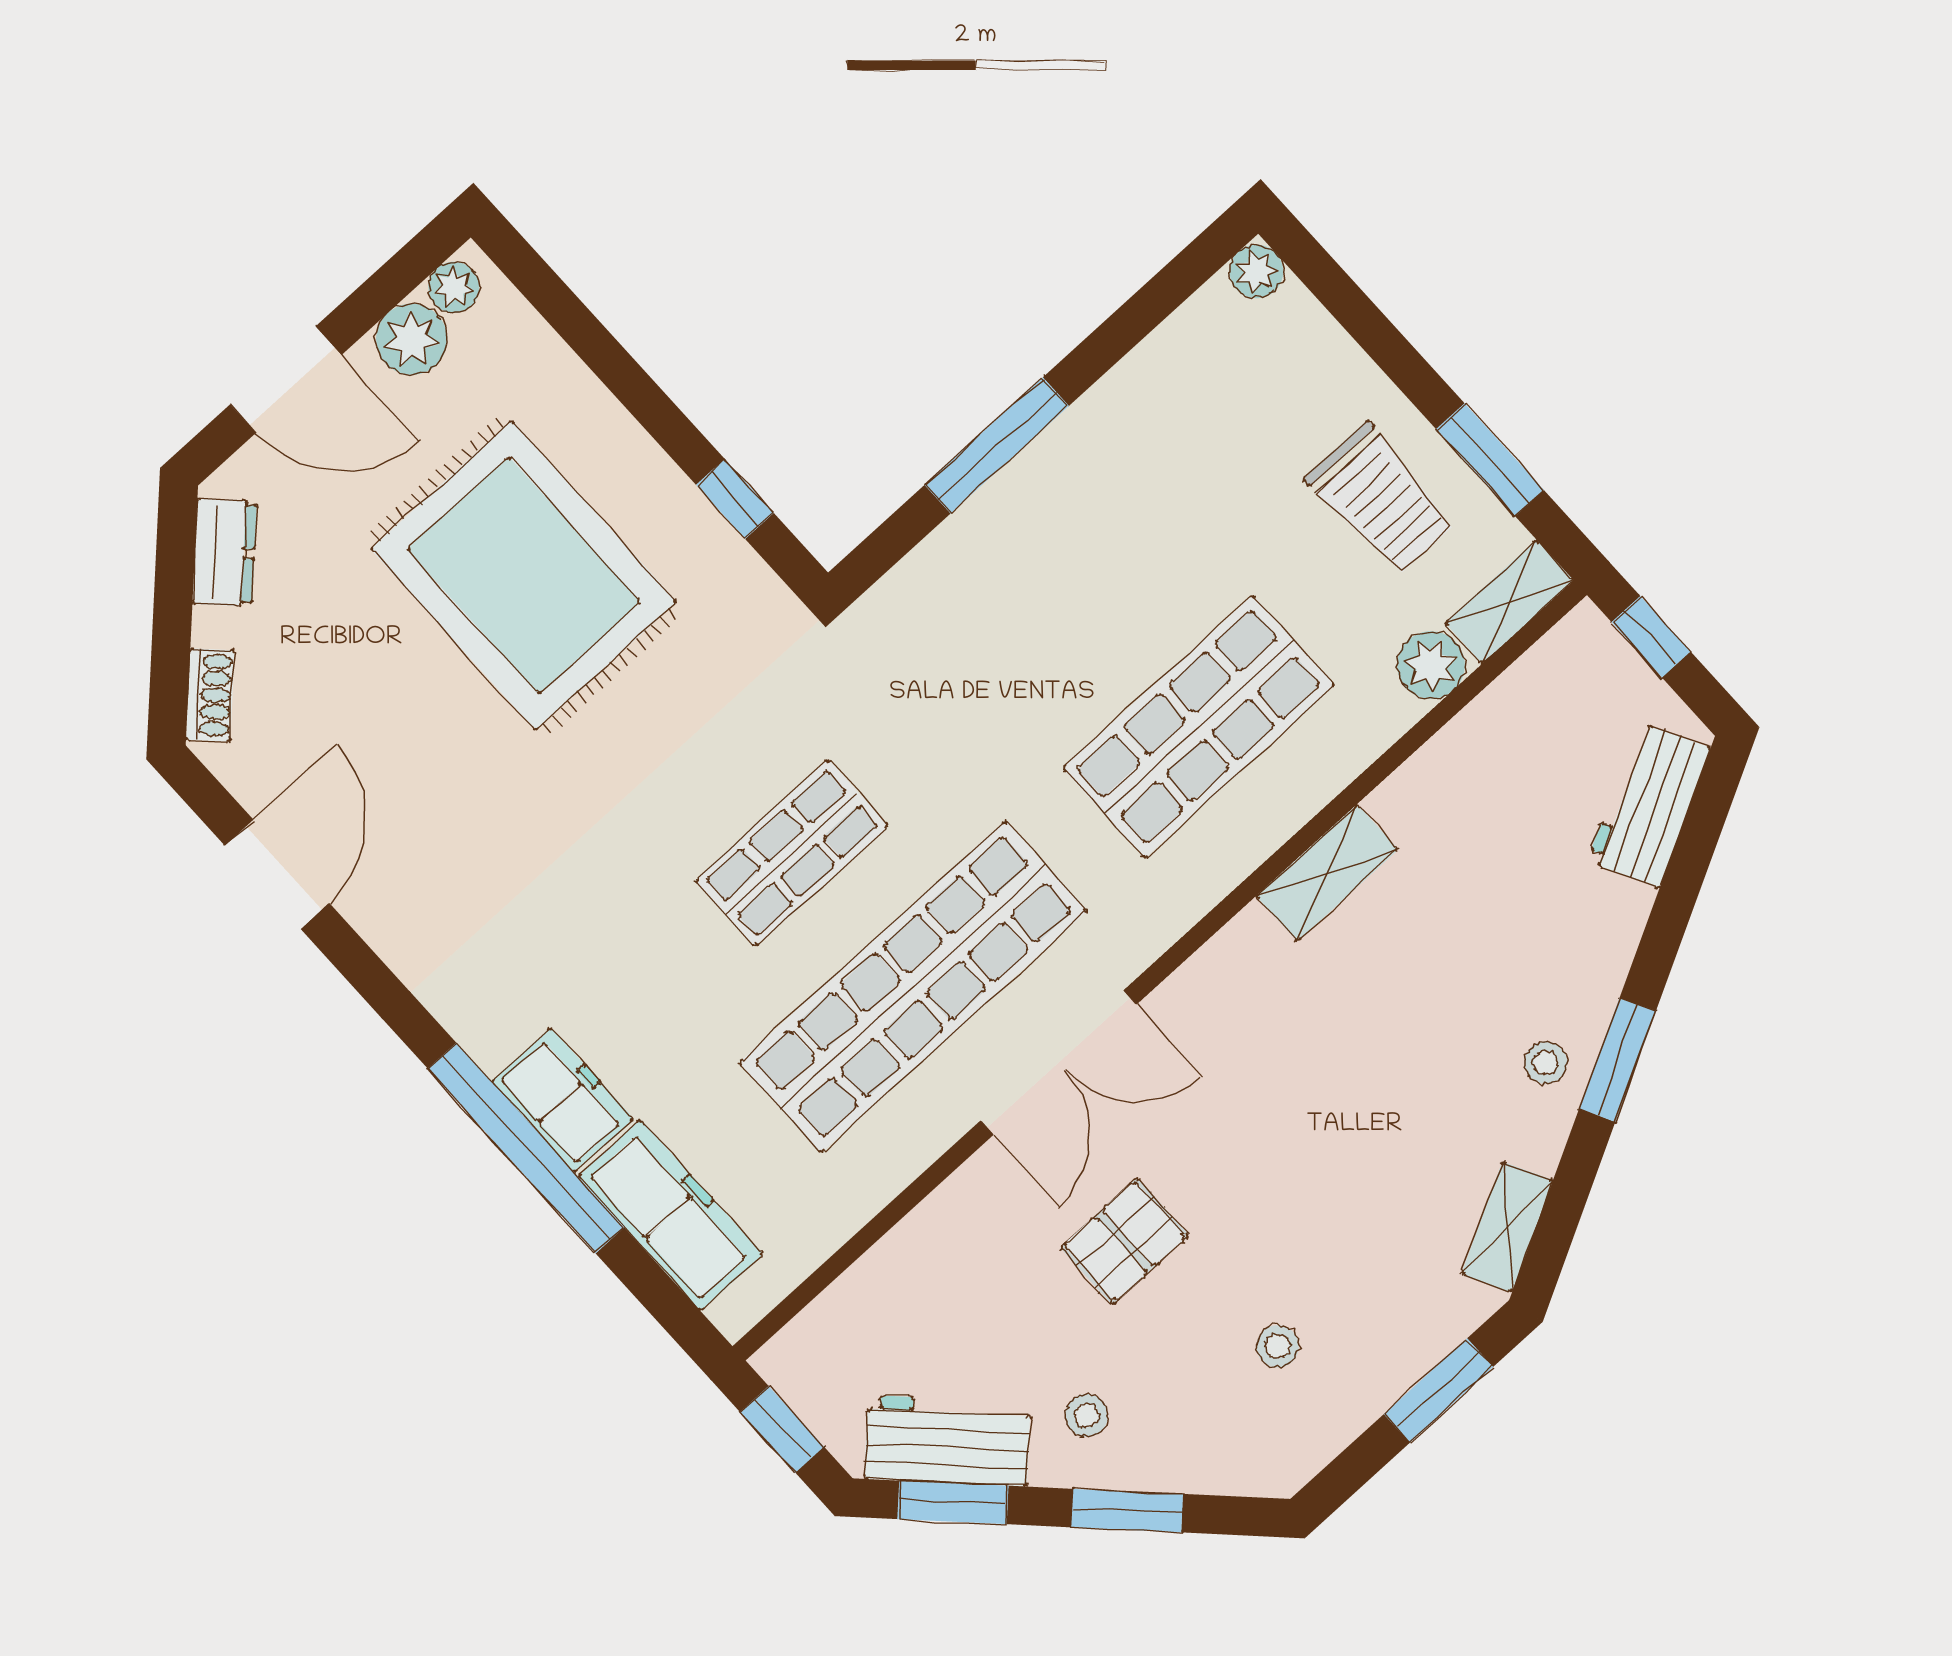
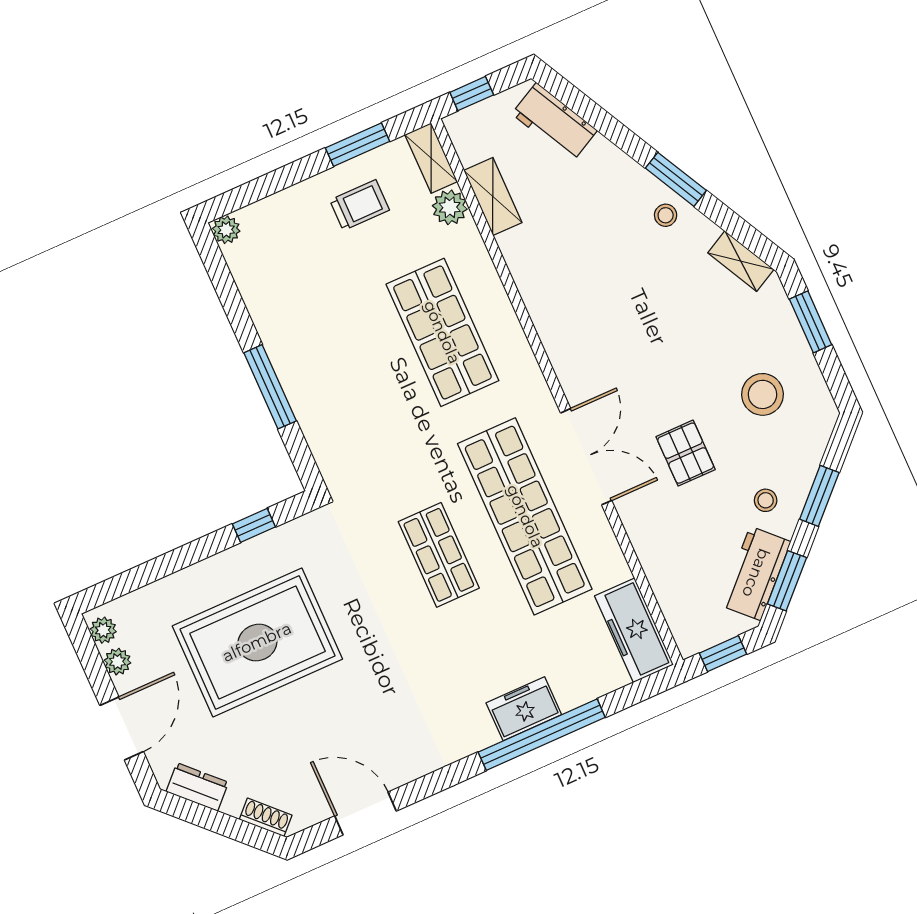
plant: (412, 339) -> (118, 662), width x0.73, depth x0.73
trolley: (1381, 499) -> (360, 205), width x0.73, depth x0.72
shelving: (1327, 873) -> (493, 196), moved
freezer: (670, 1215) -> (634, 630), moved, turned -90
stool: (1278, 1346) -> (763, 394), width x1.89, depth x1.89

